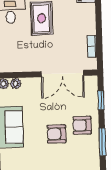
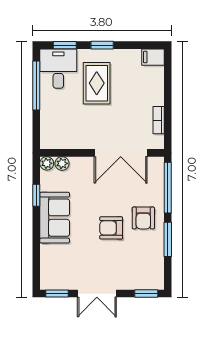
window: (101, 100) -> (168, 188), width x2.17
armchair: (82, 125) -> (143, 218), turned -90

